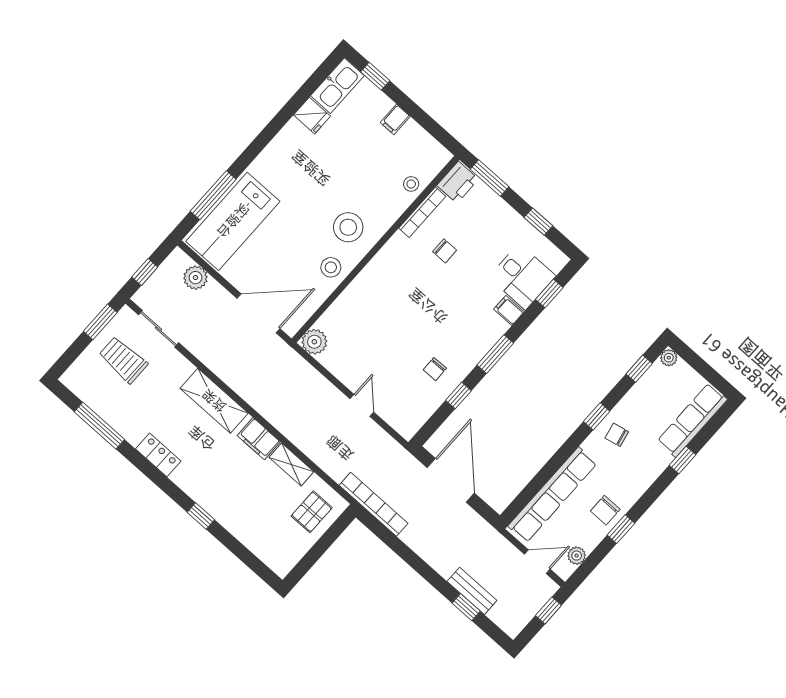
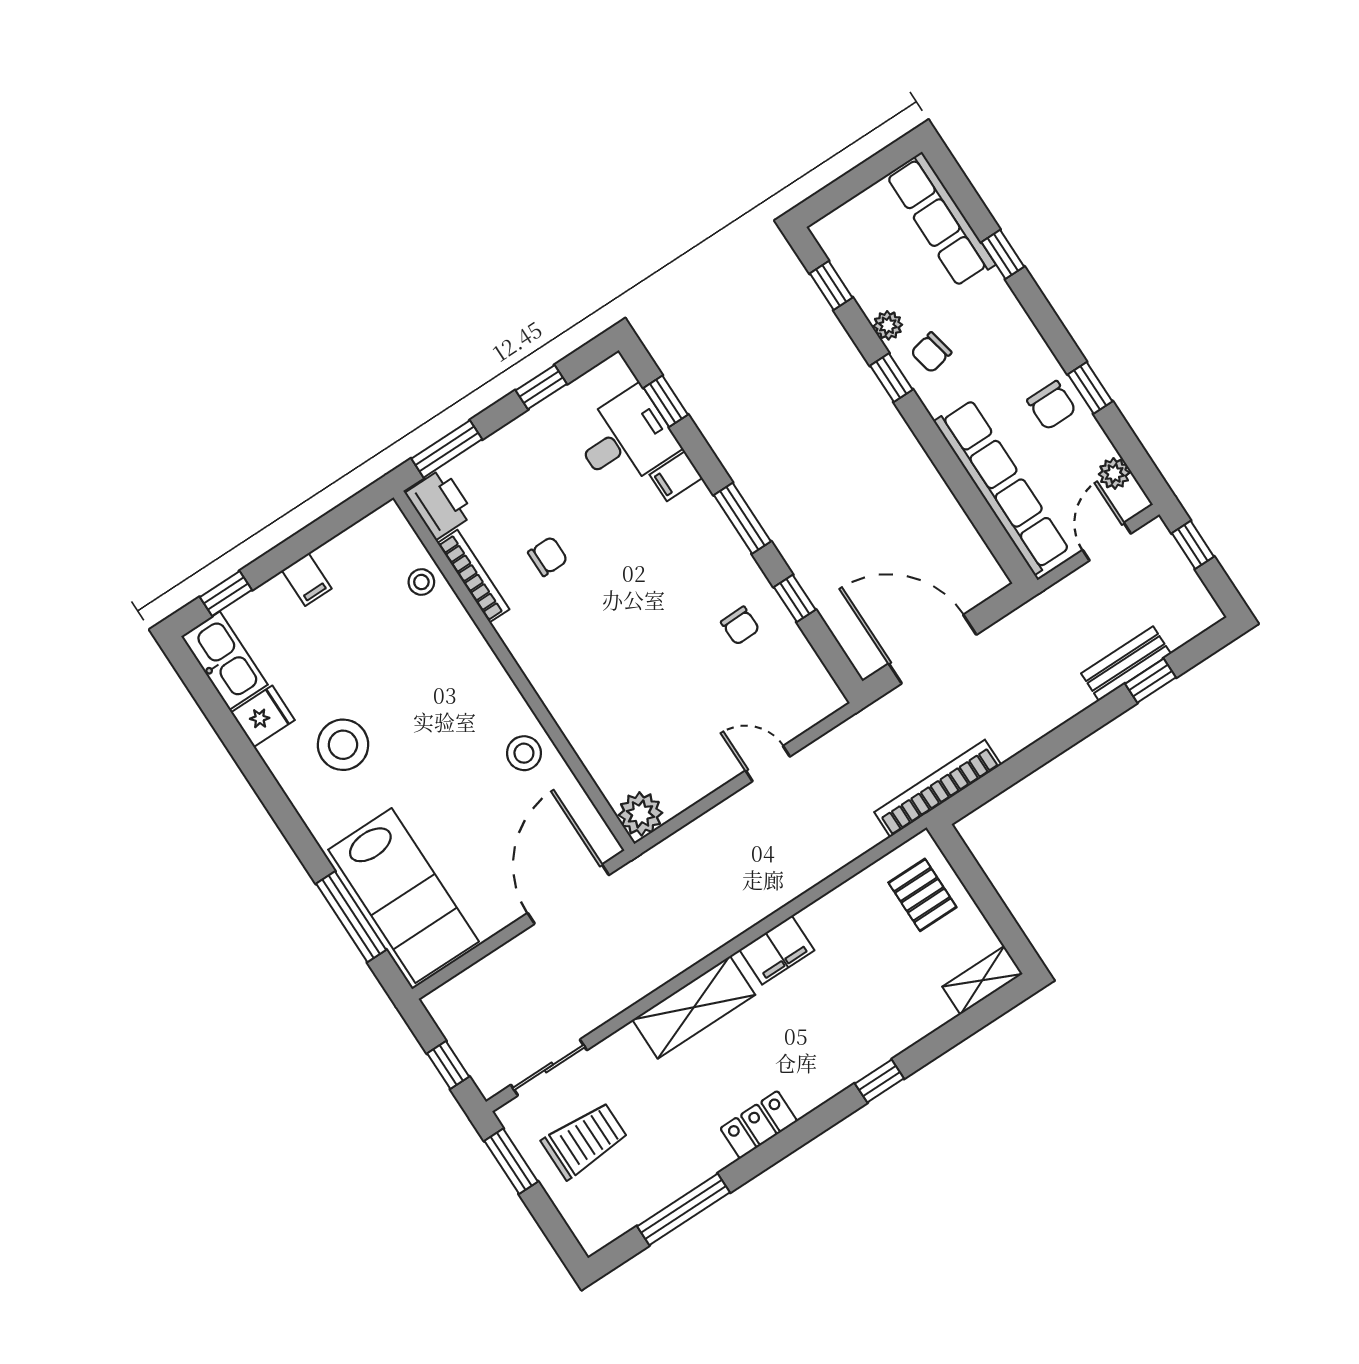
stool: (348, 227) -> (343, 745), moved
plant: (195, 278) -> (480, 983), removed
plant: (669, 358) -> (888, 325), moved
trolley: (123, 360) -> (585, 1140), turned 180
shelving: (291, 464) -> (982, 980), moved

